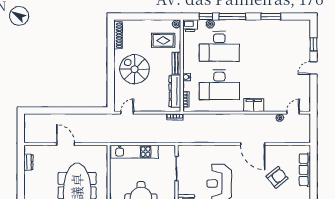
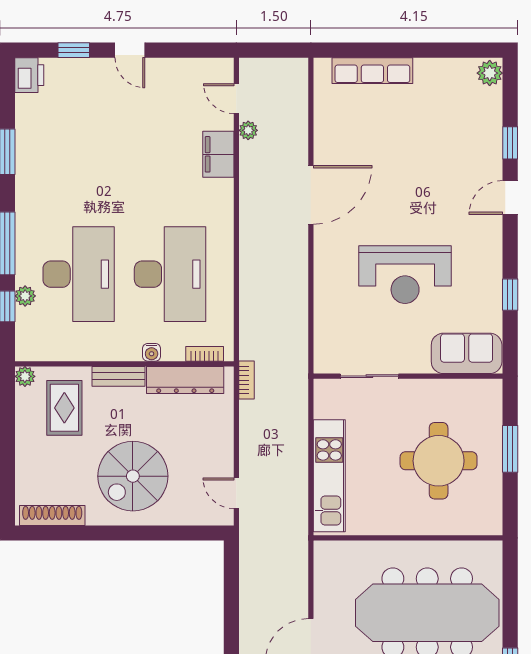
printer: (190, 26) -> (29, 75), moved
filing cabinet: (254, 105) -> (218, 154), moved
armchair: (277, 177) -> (390, 137), removed

